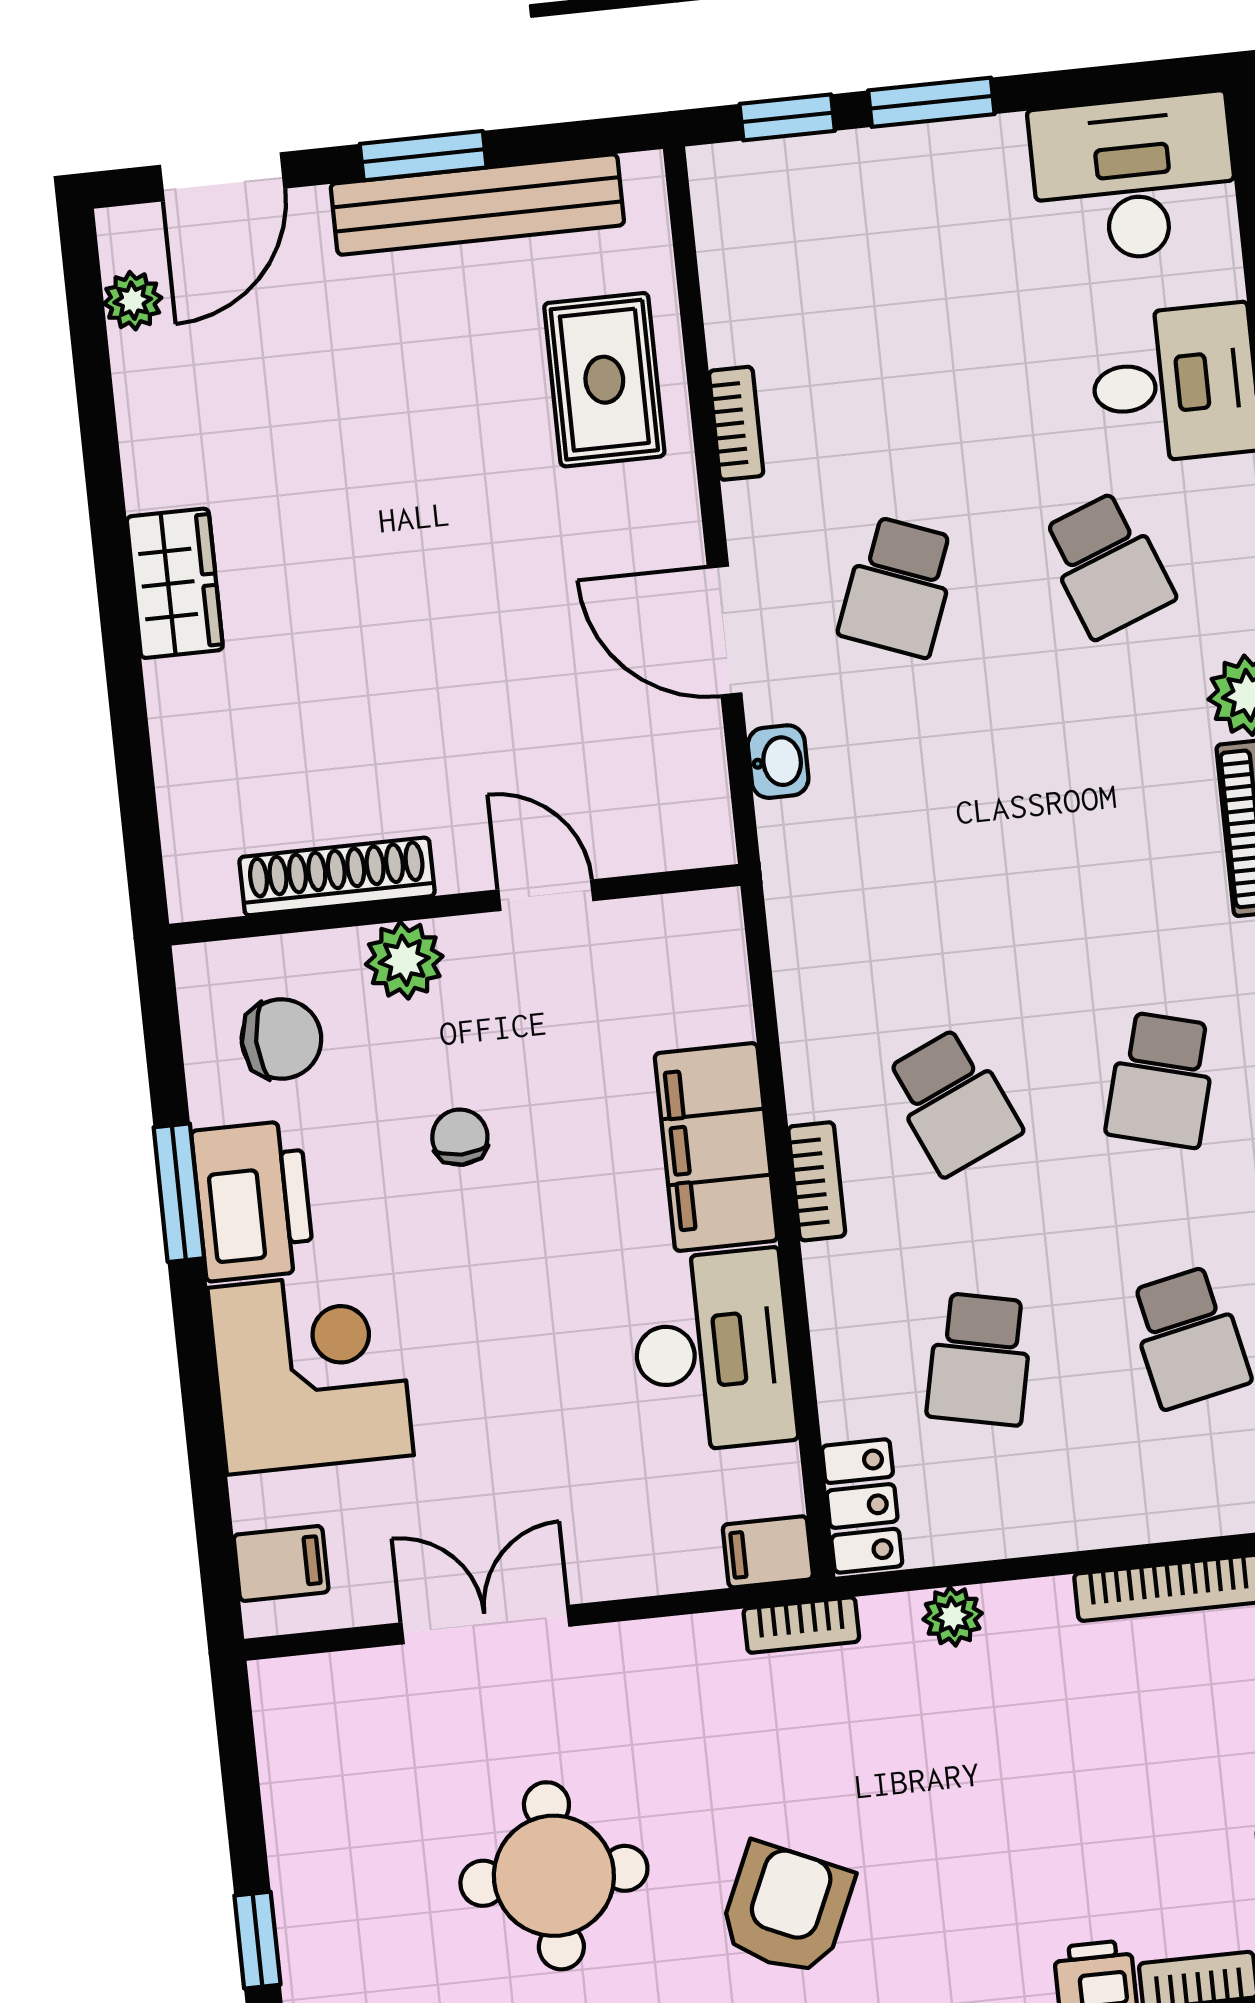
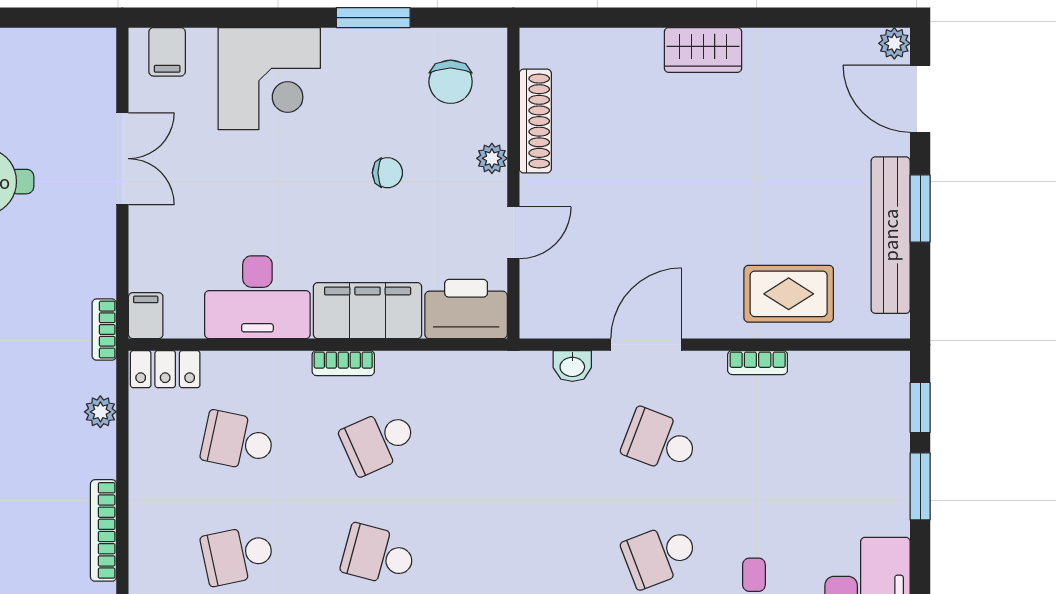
plant: (133, 301) -> (894, 43), moved
plant: (404, 960) -> (492, 158), width x0.73, depth x0.73
printer: (253, 1201) -> (466, 309), moved, turned 180

